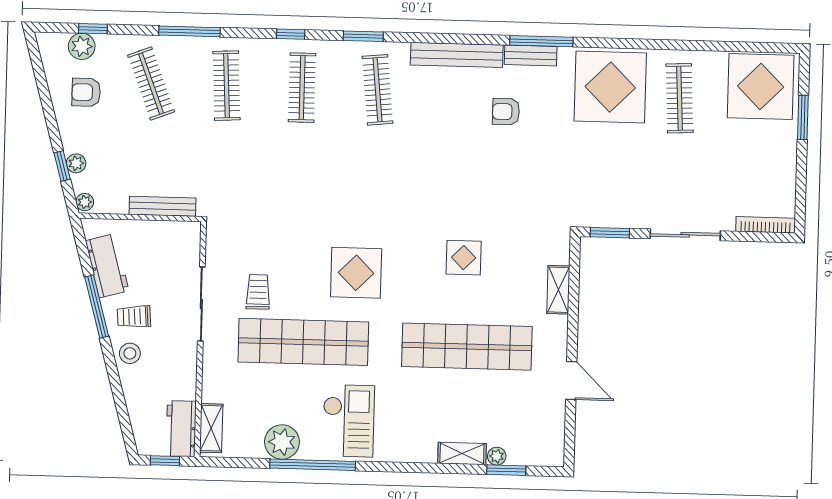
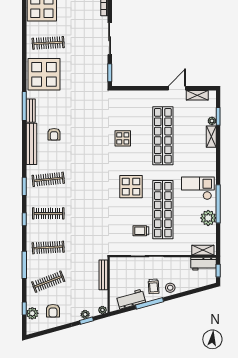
armchair: (506, 112) -> (54, 134), moved
shelving: (558, 290) -> (197, 95), moved

